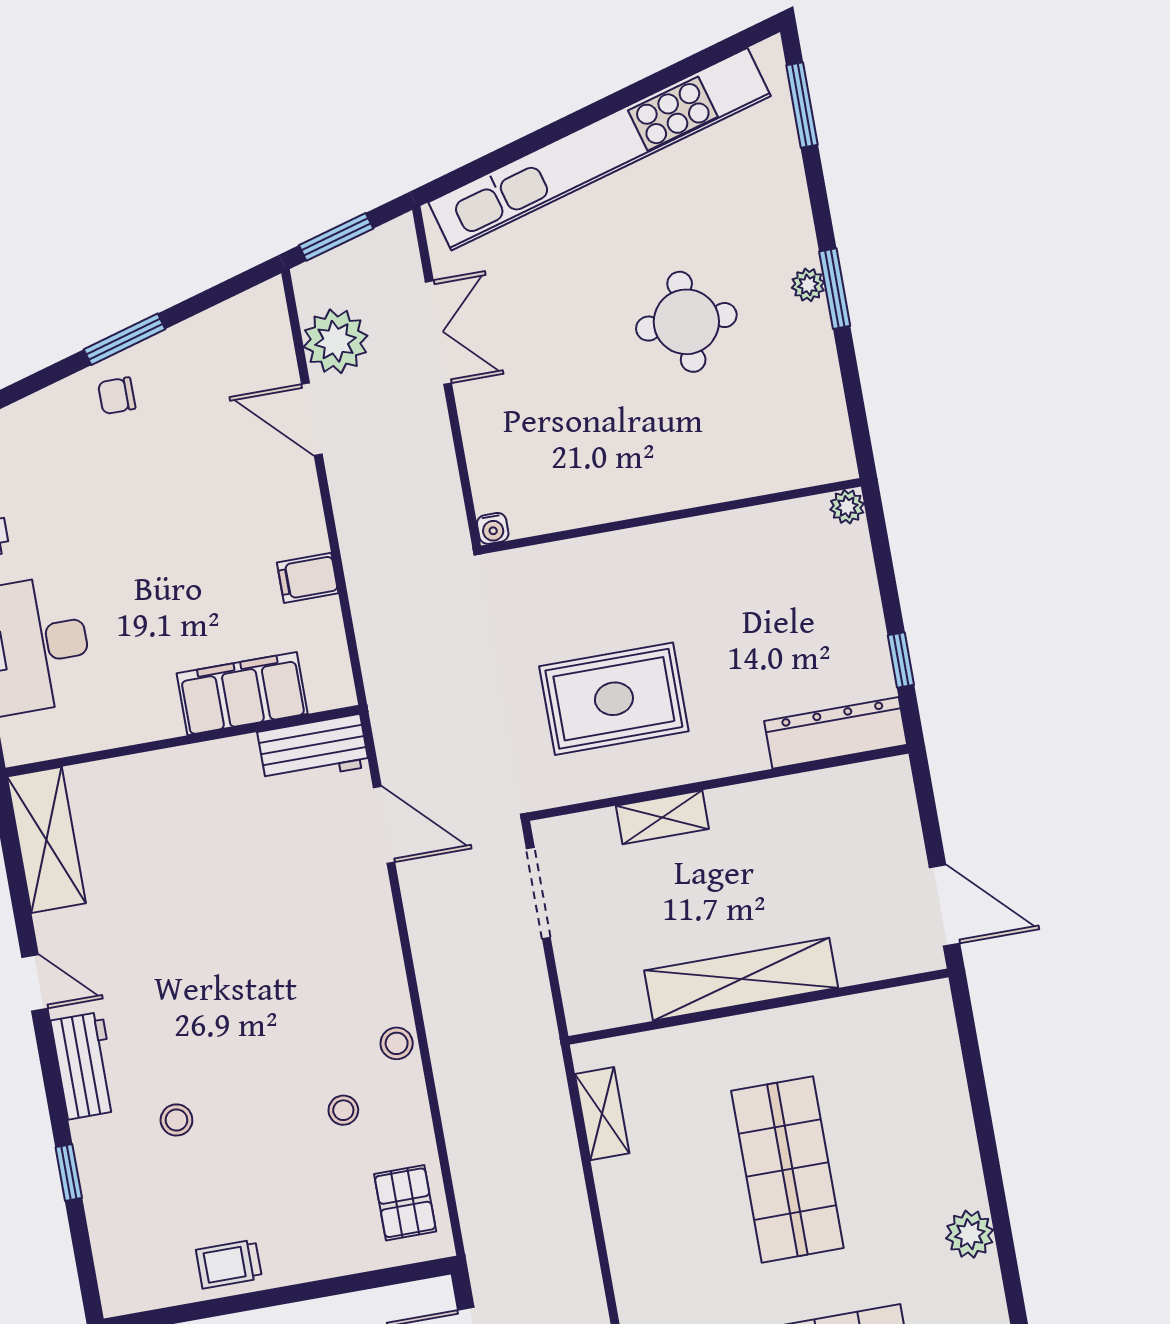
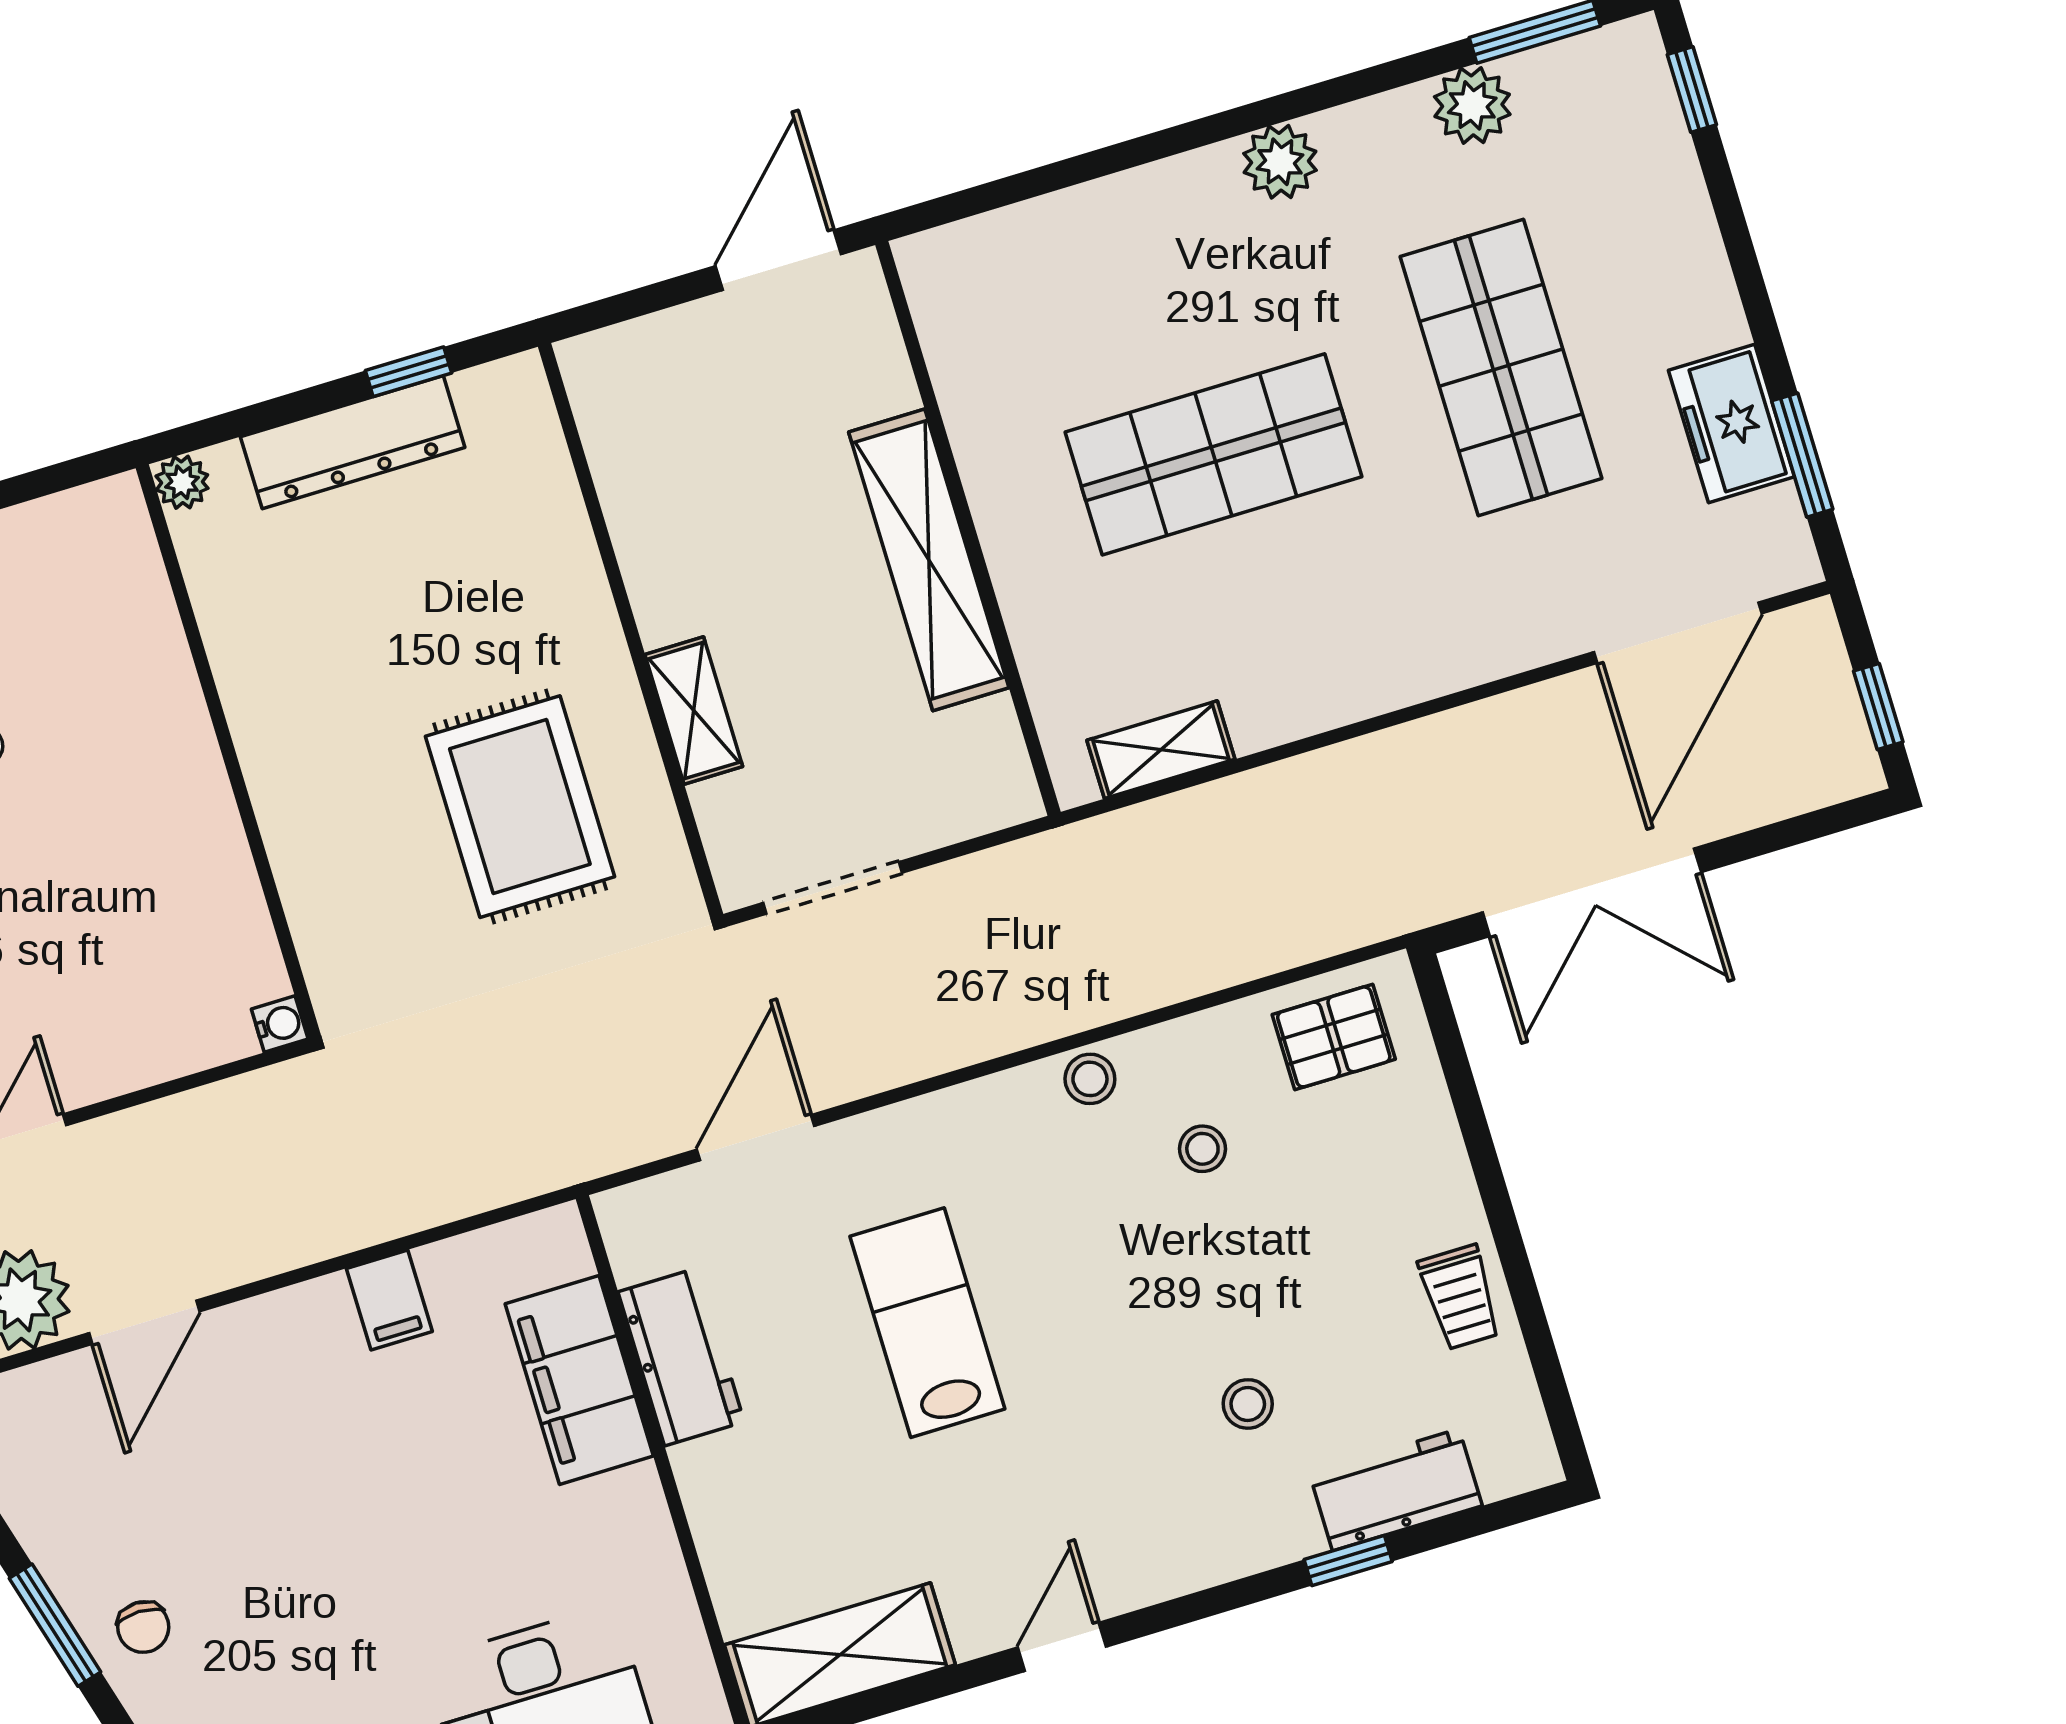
dresser: (836, 733) -> (353, 442), moved, turned -90
workbench: (313, 749) -> (681, 1357), moved
lab bench: (253, 921) -> (927, 1323), added
workbench: (85, 1066) -> (1396, 1490), moved

